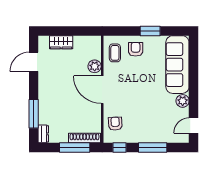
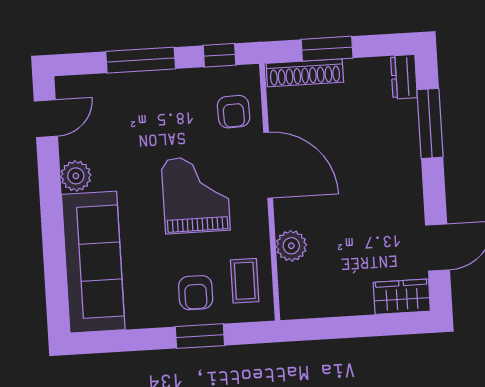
window: (150, 31) -> (200, 336), moved
wardrobe: (61, 42) -> (402, 297), moved
door: (102, 90) -> (268, 165), moved
grand piano: (133, 90) -> (196, 195), added
window: (75, 147) -> (327, 49), width x0.69

